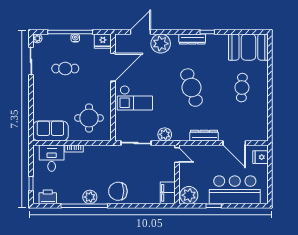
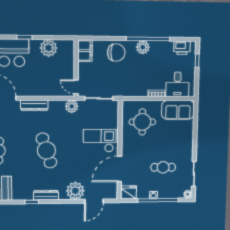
door: (177, 155) -> (76, 87), moved
wall: (177, 174) -> (76, 68), moved
filing cabinet: (168, 193) -> (85, 51), moved

